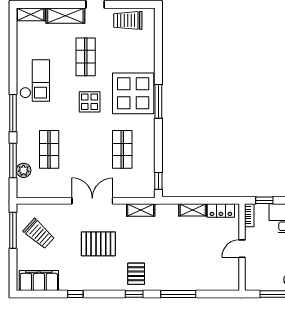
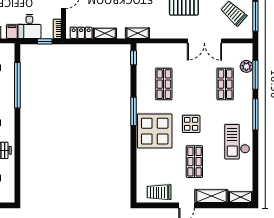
trolley: (128, 20) -> (159, 192), turned 180
window: (158, 101) -> (134, 111), moved
double door: (92, 201) -> (204, 41), moved
shelving: (141, 210) -> (138, 33), moved

